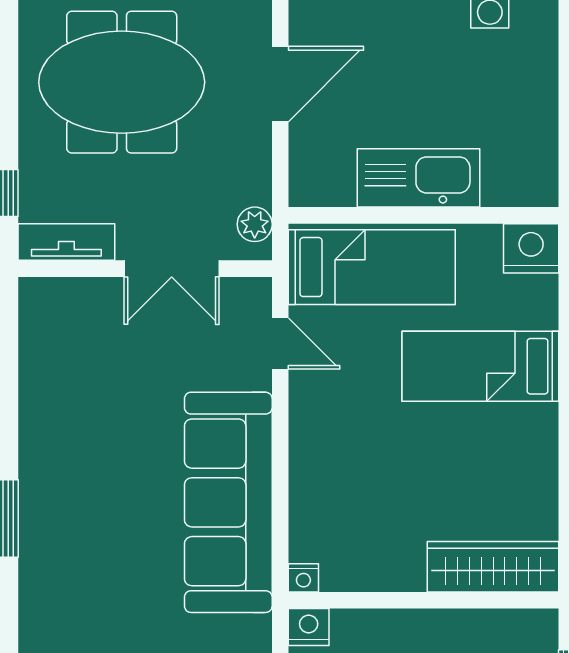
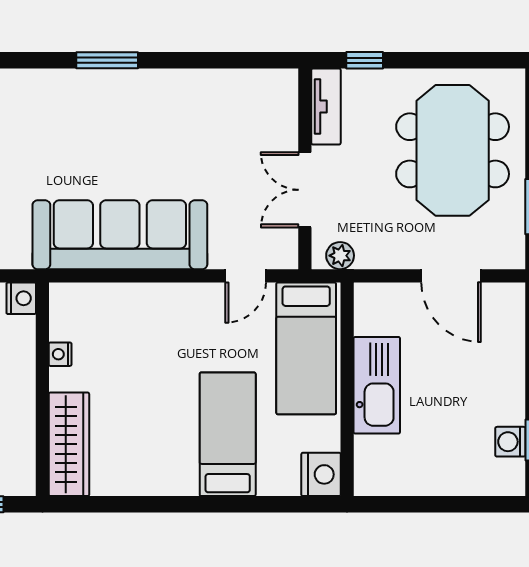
nightstand: (303, 578) -> (60, 354), moved

